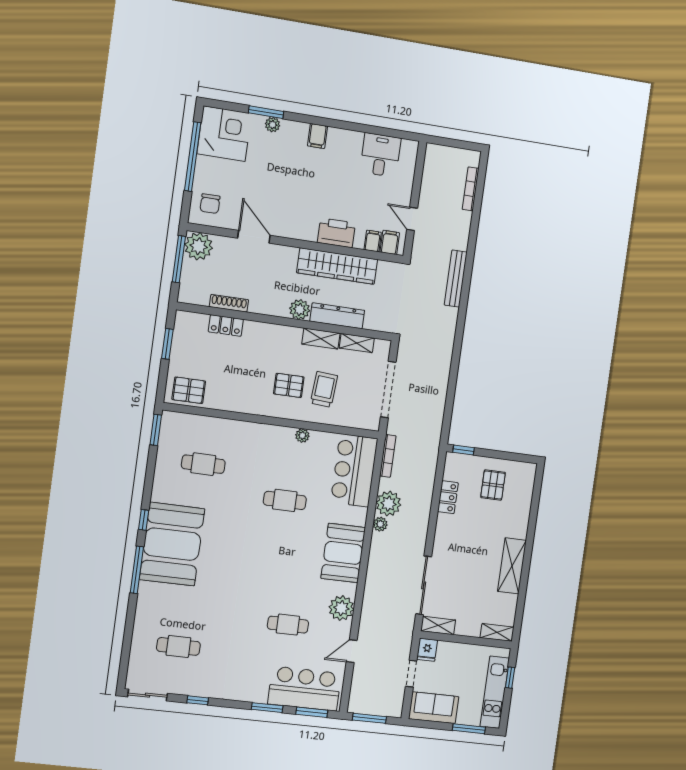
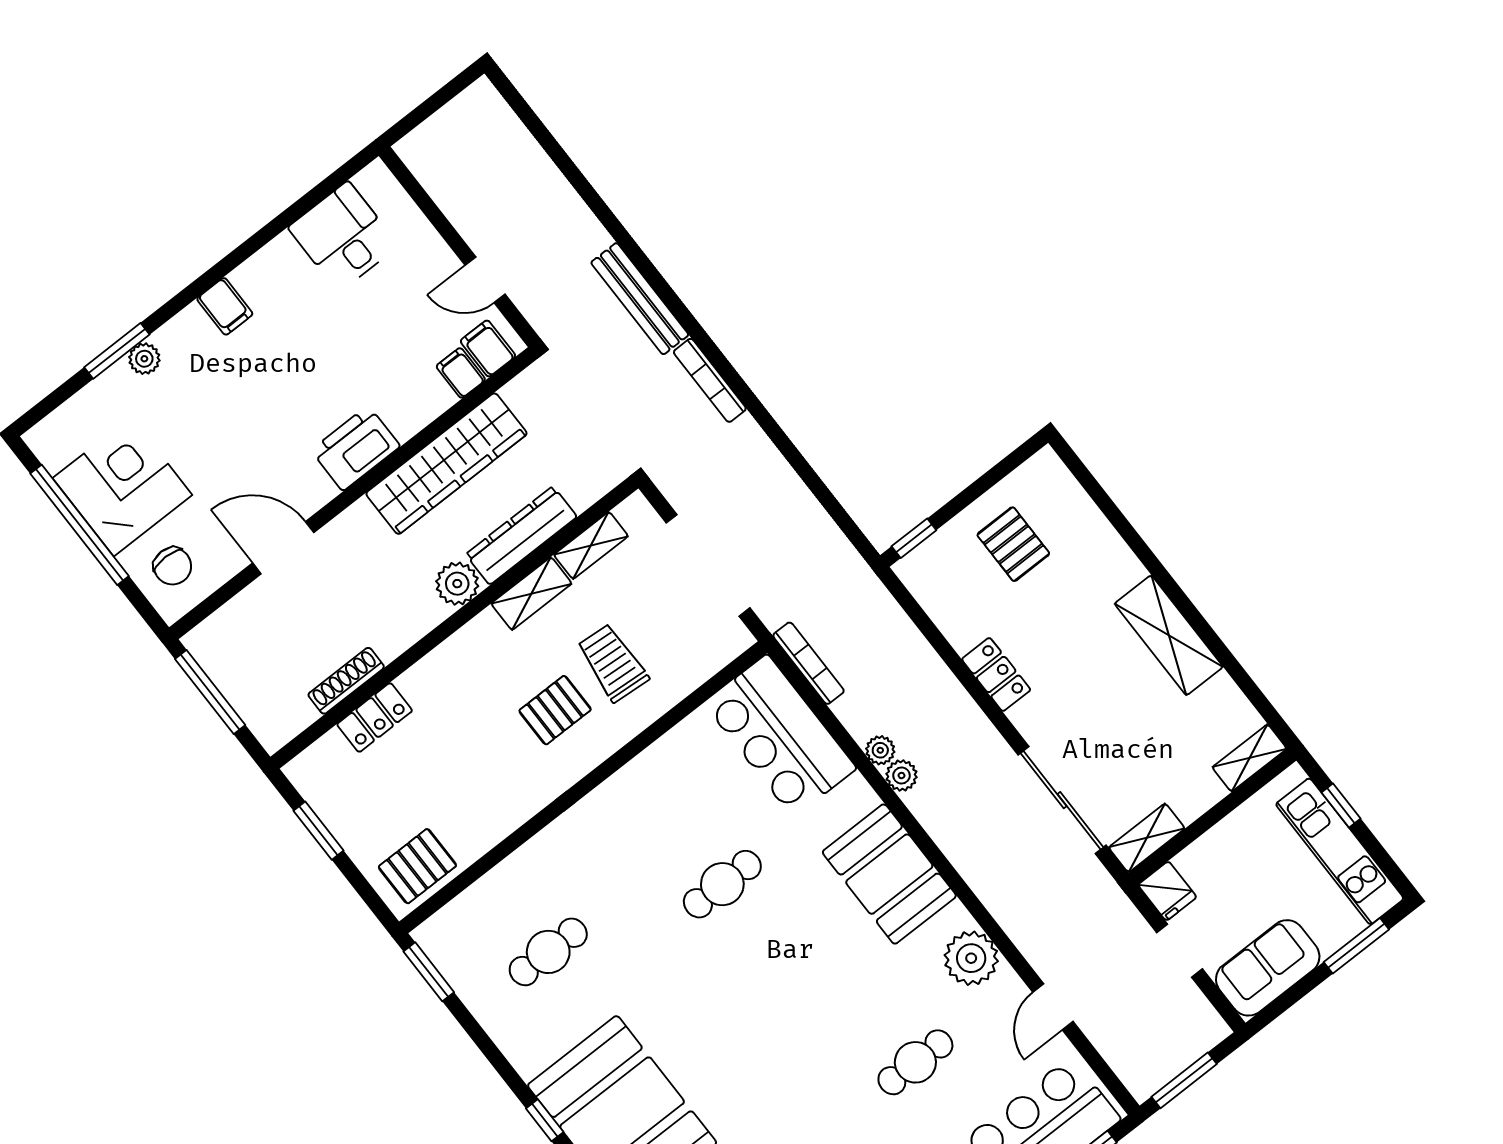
corner desk: (224, 134) -> (122, 487), moved
bookcase: (471, 189) -> (710, 380), moved
printer: (336, 233) -> (356, 448), moved
plant: (199, 246) -> (219, 644), removed
plant: (302, 436) -> (650, 763), removed
locker: (448, 497) -> (996, 674), moved
plant: (388, 504) -> (880, 750), width x0.53, depth x0.53

